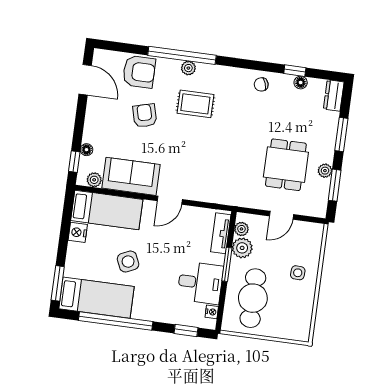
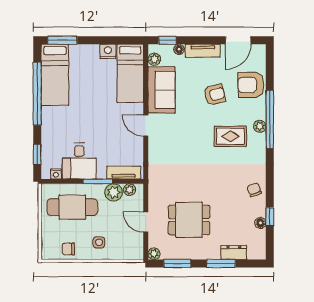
armchair: (139, 72) -> (251, 85), turned 90
dresser: (334, 96) -> (234, 252), moved
rug: (195, 104) -> (230, 136), turned 90
tv unit: (92, 122) -> (203, 51), added
plant: (325, 171) -> (154, 254), moved
side table: (128, 262) -> (89, 97), removed
chair: (301, 309) -> (68, 249), added

